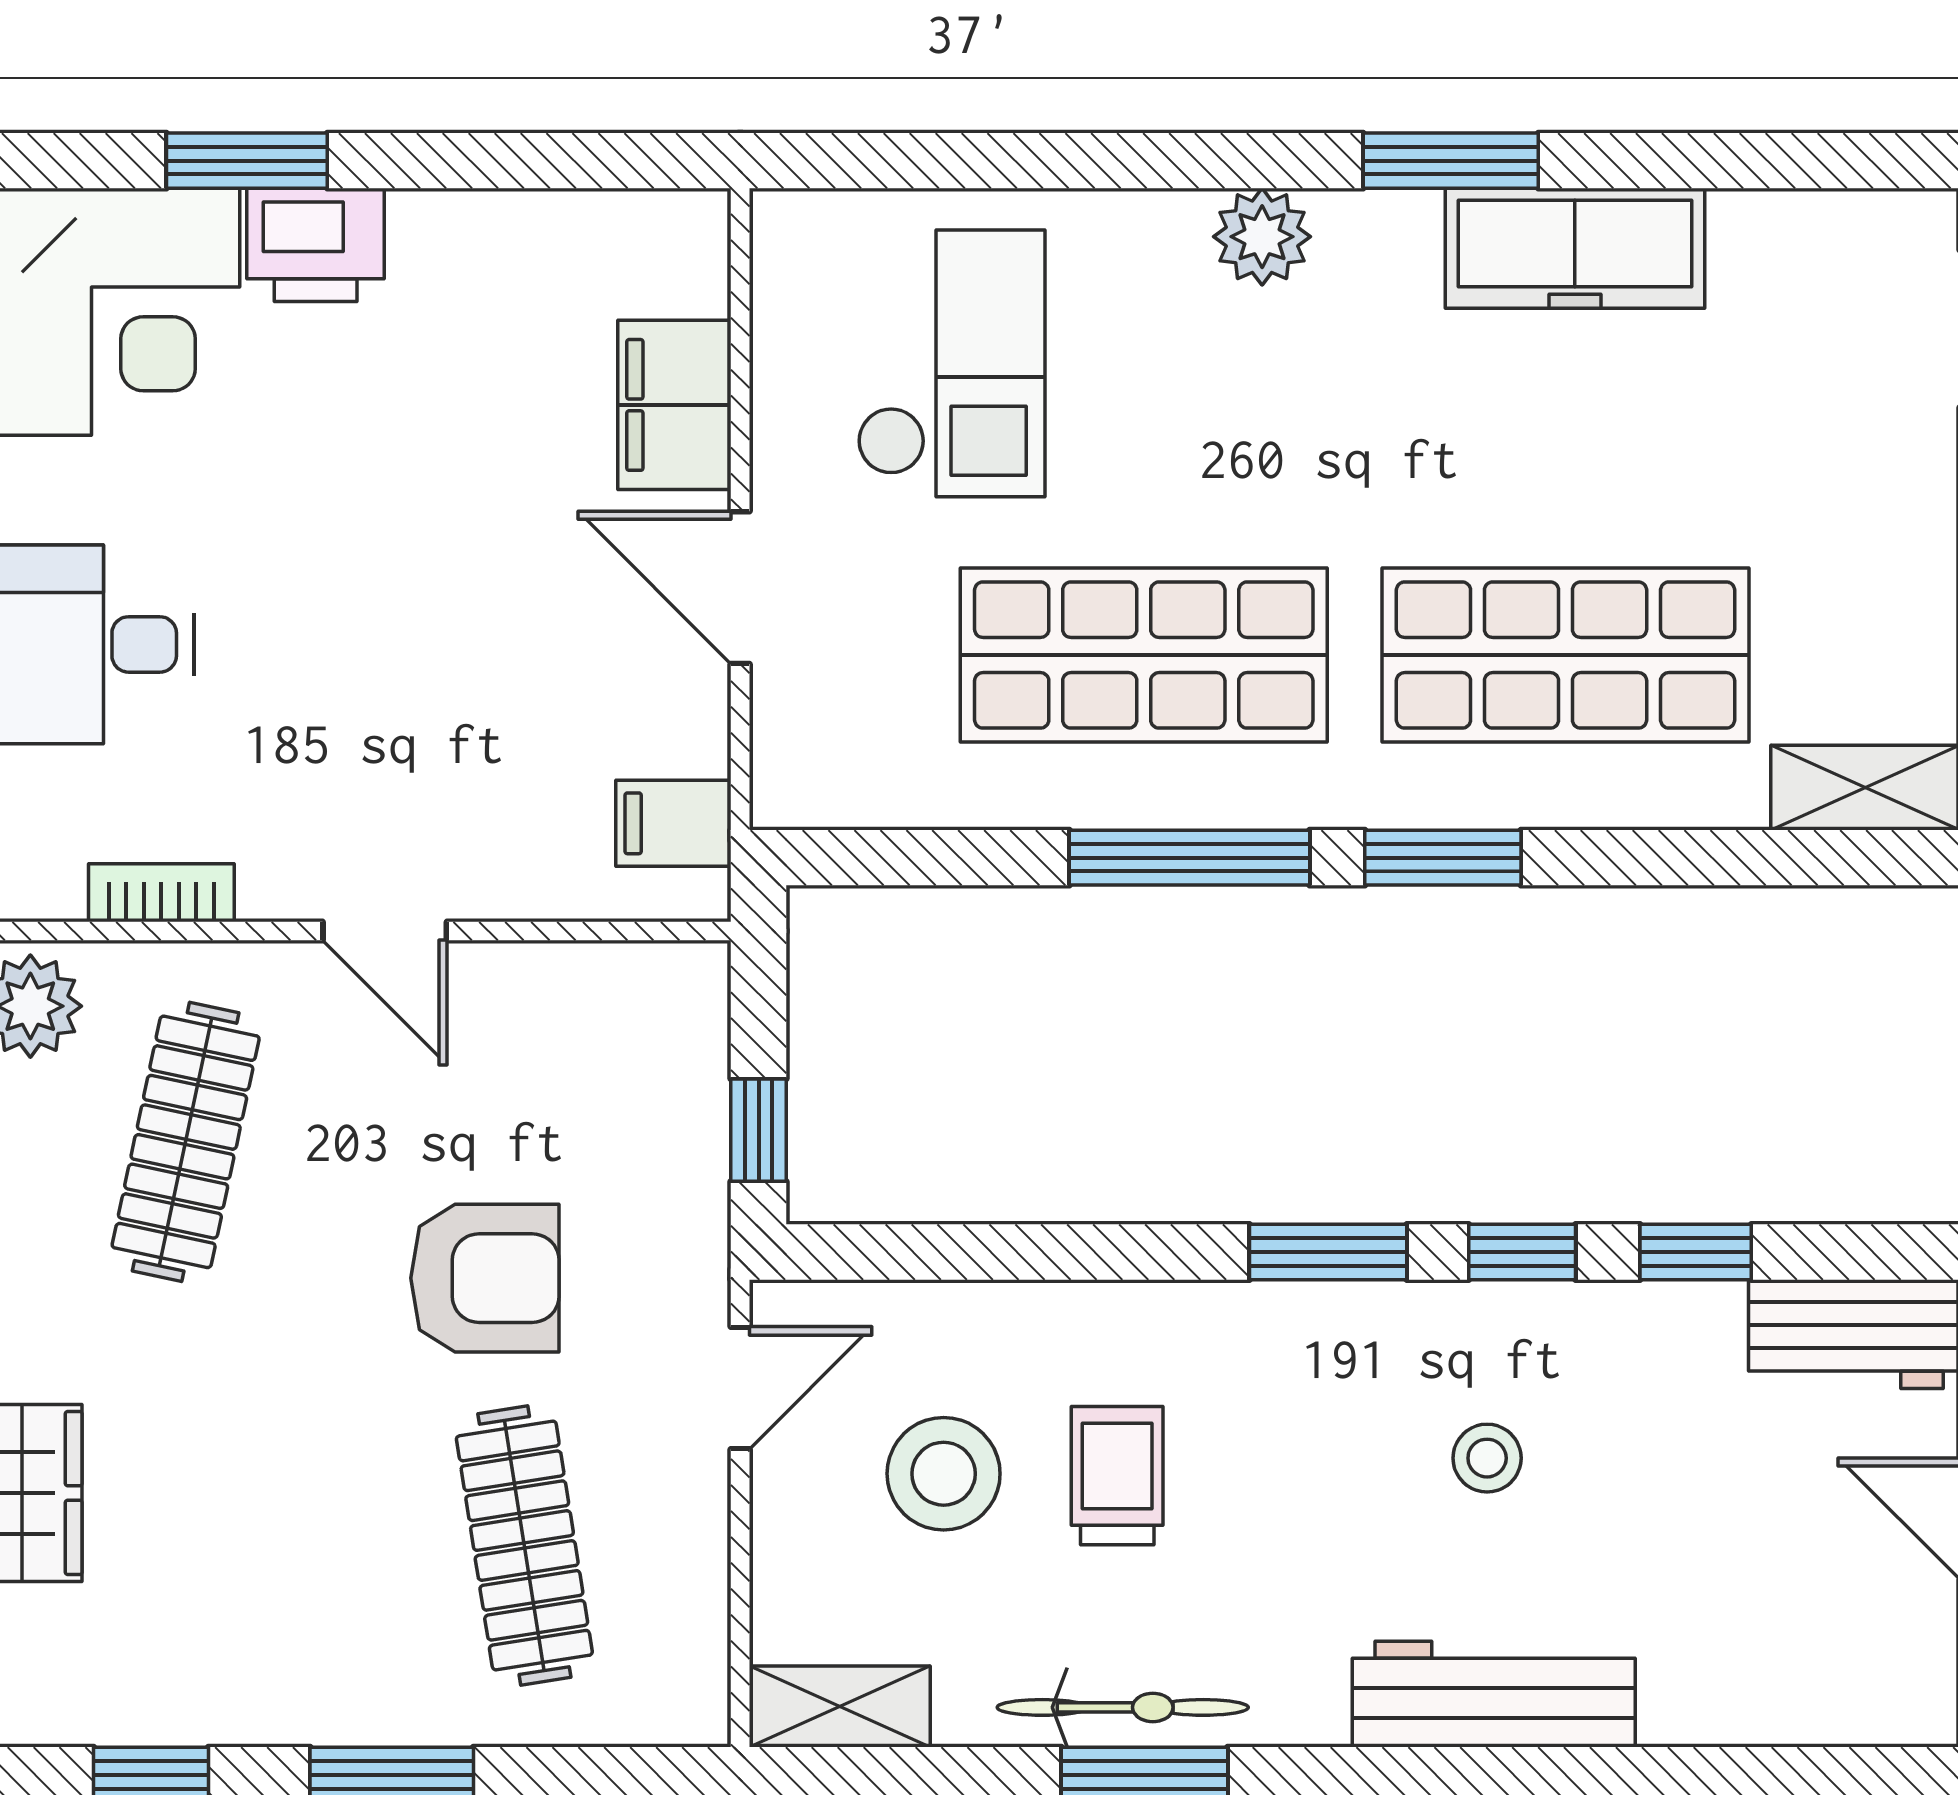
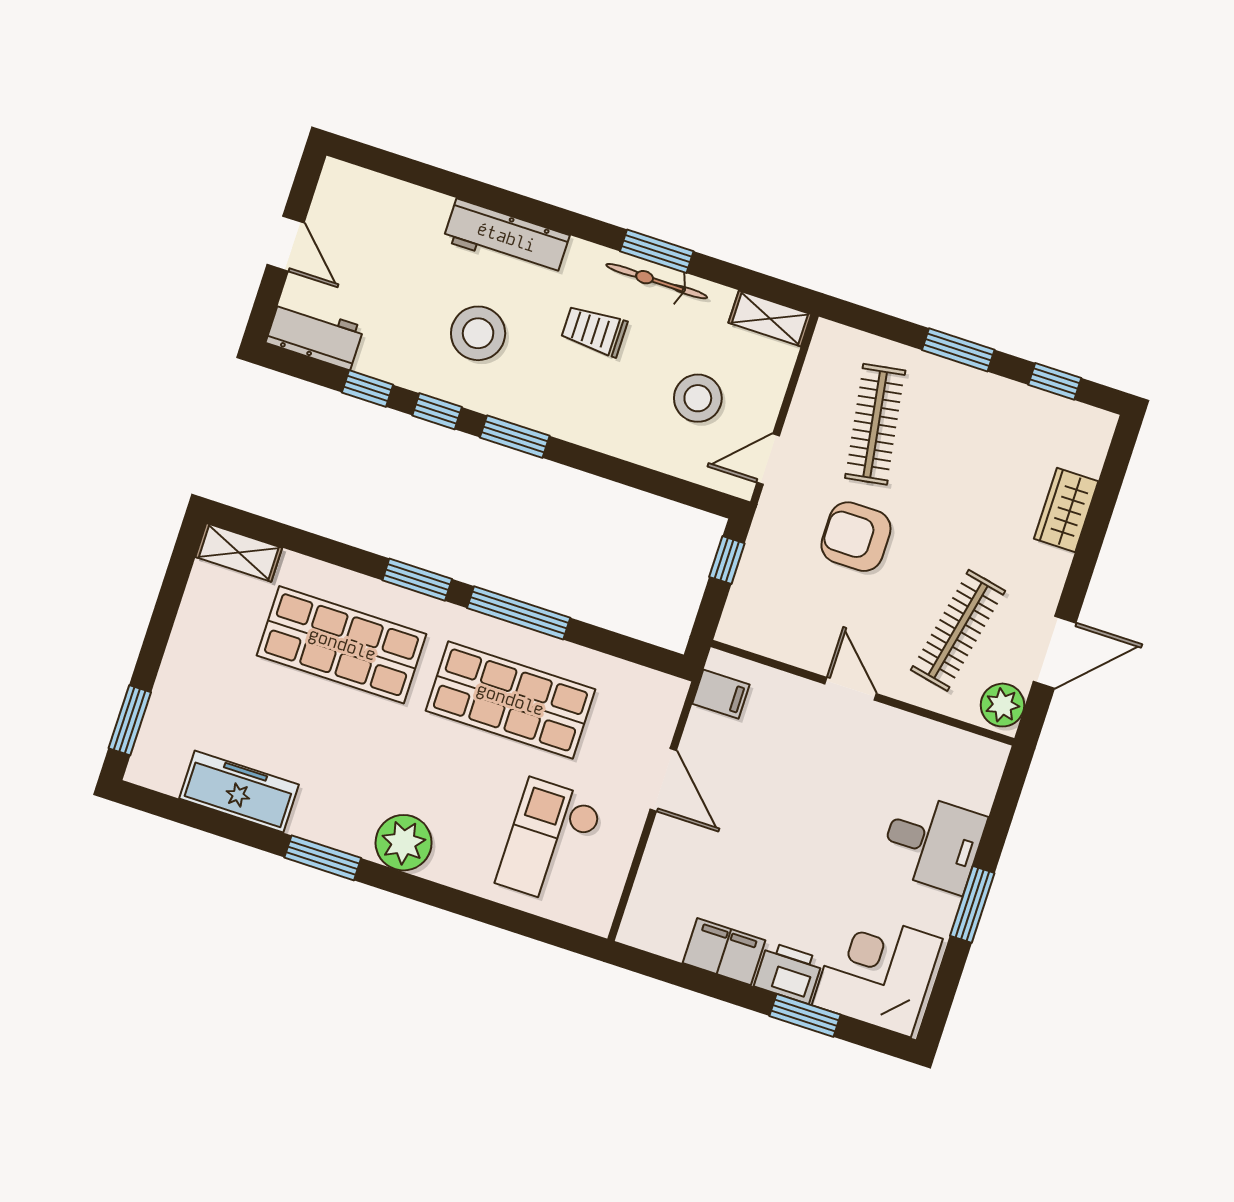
plant: (1262, 237) -> (404, 843), width x1.36, depth x1.36
freezer: (1575, 248) -> (239, 792), moved
filing cabinet: (674, 405) -> (724, 952), moved, turned -90
bookcase: (161, 893) -> (935, 733), removed
stool: (1487, 1458) -> (478, 333), width x1.89, depth x1.89
trolley: (1117, 1476) -> (594, 331), moved, turned 90

